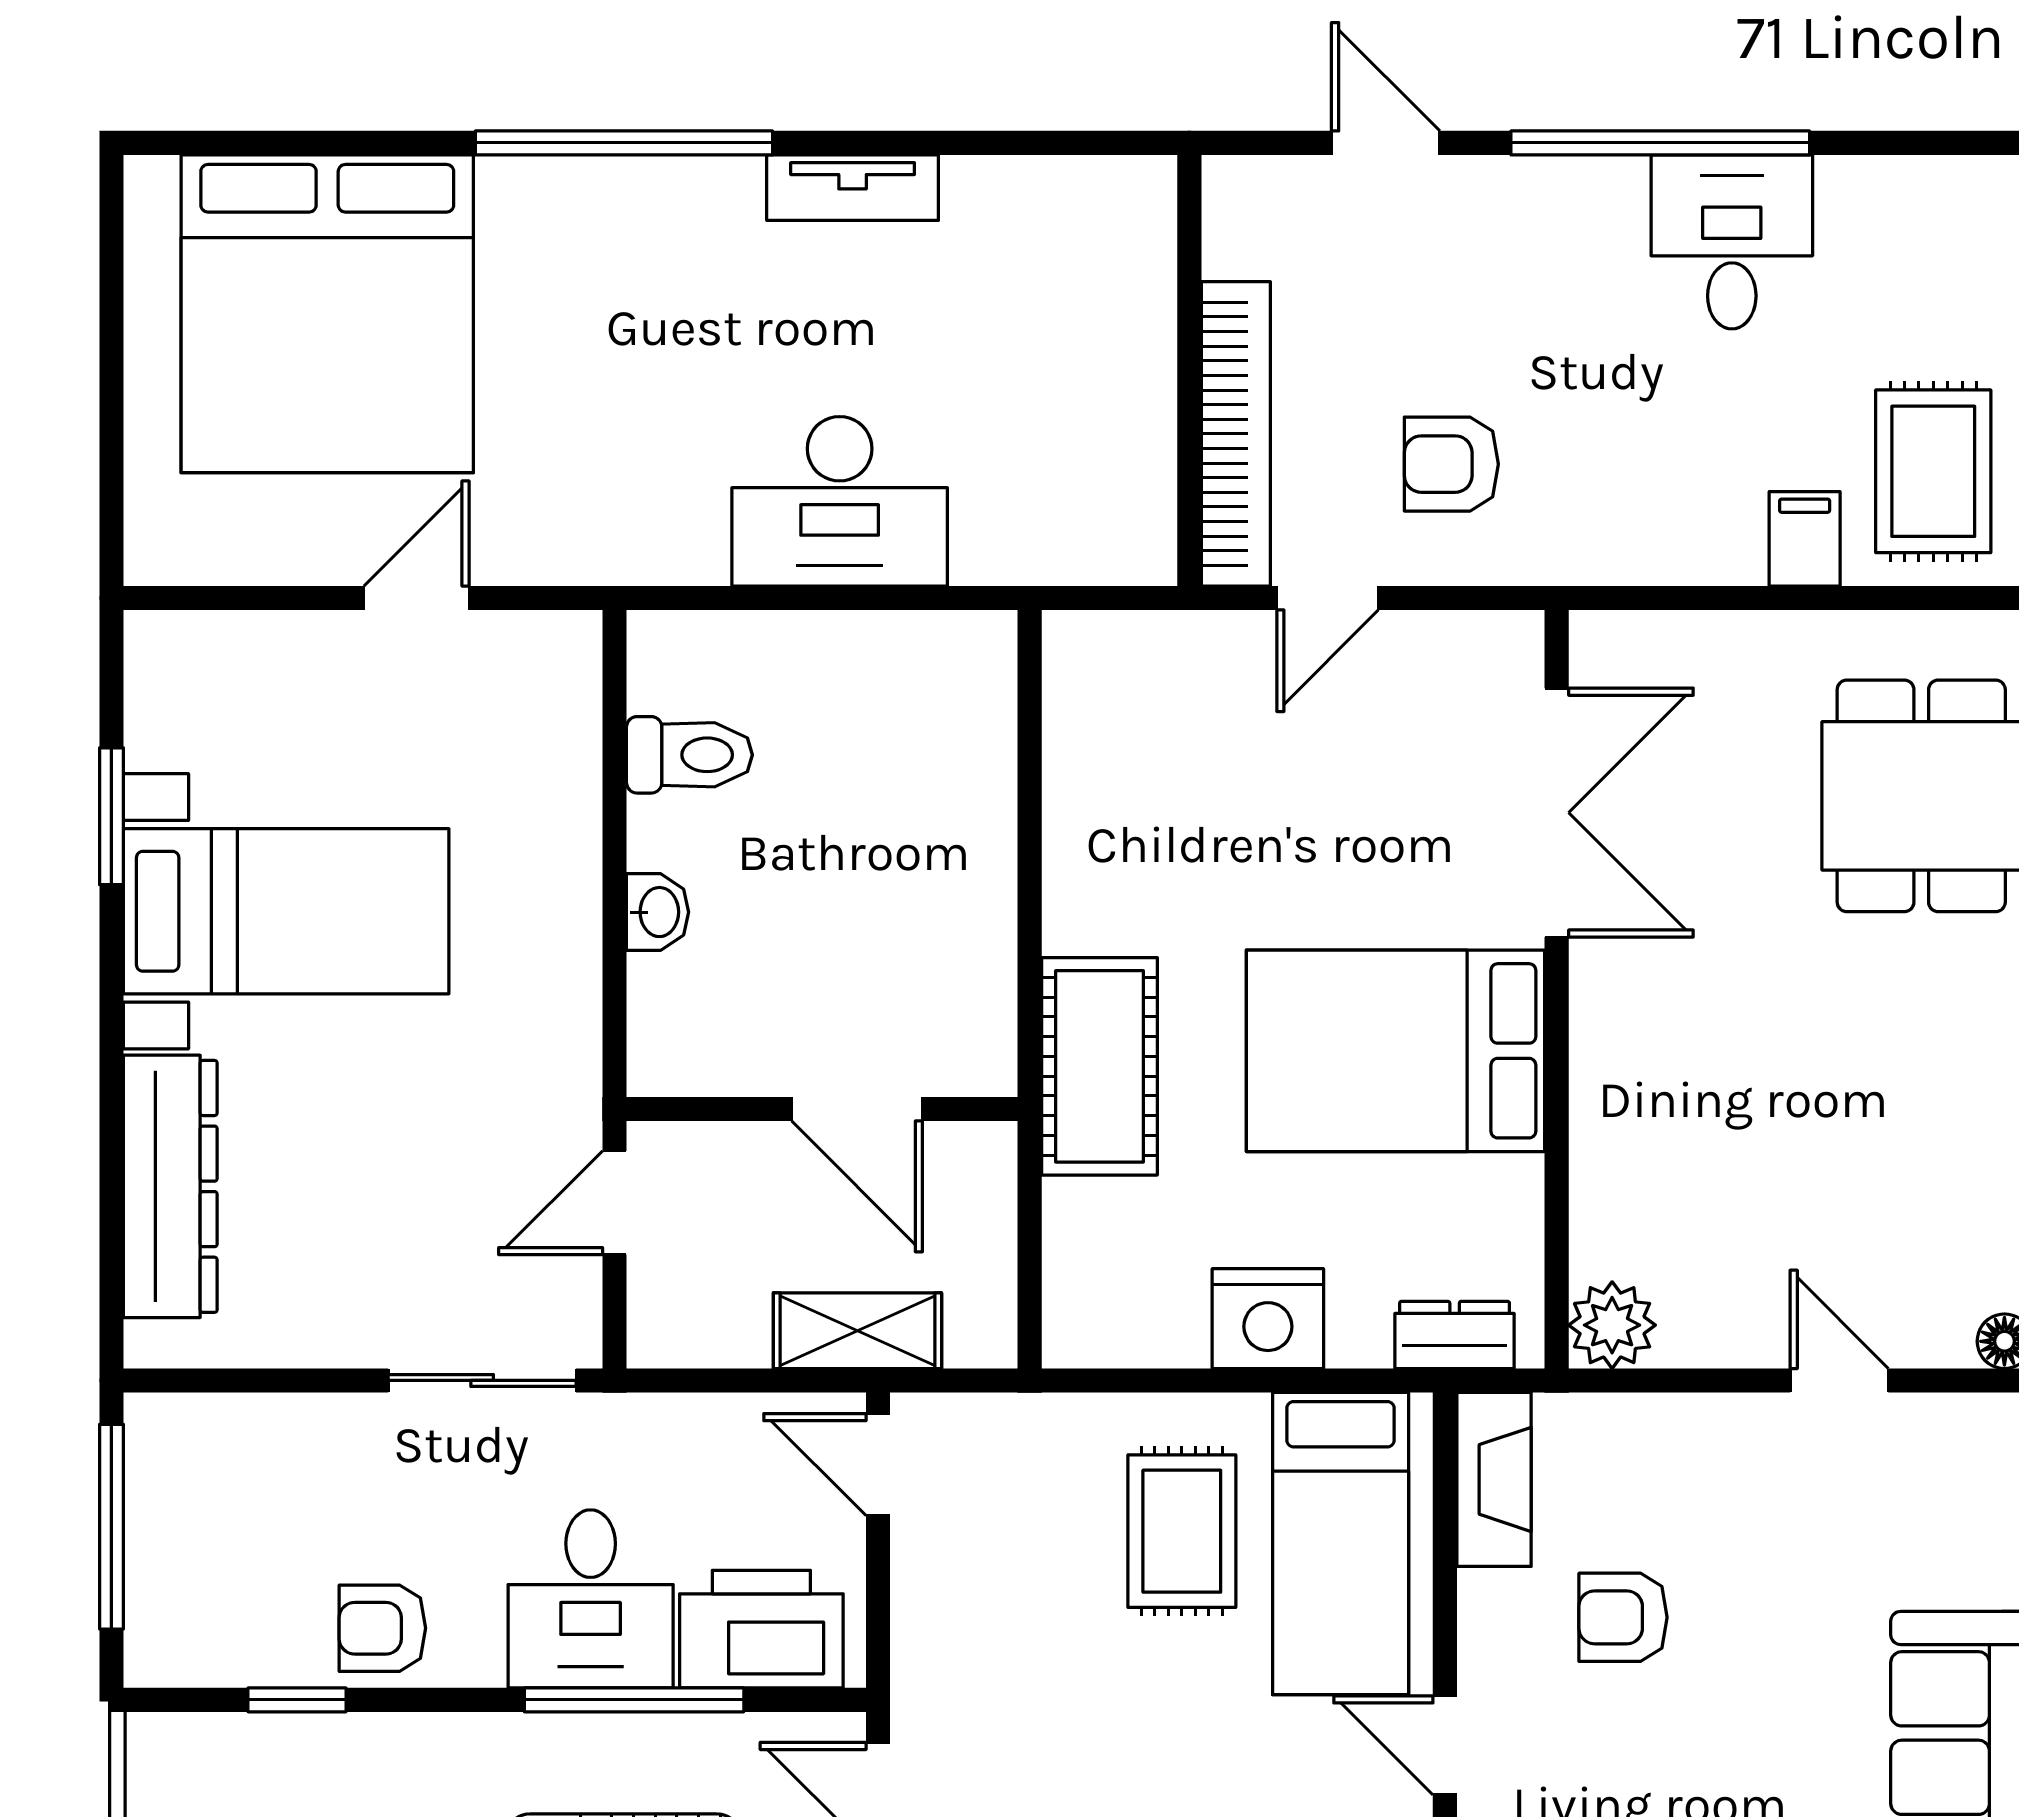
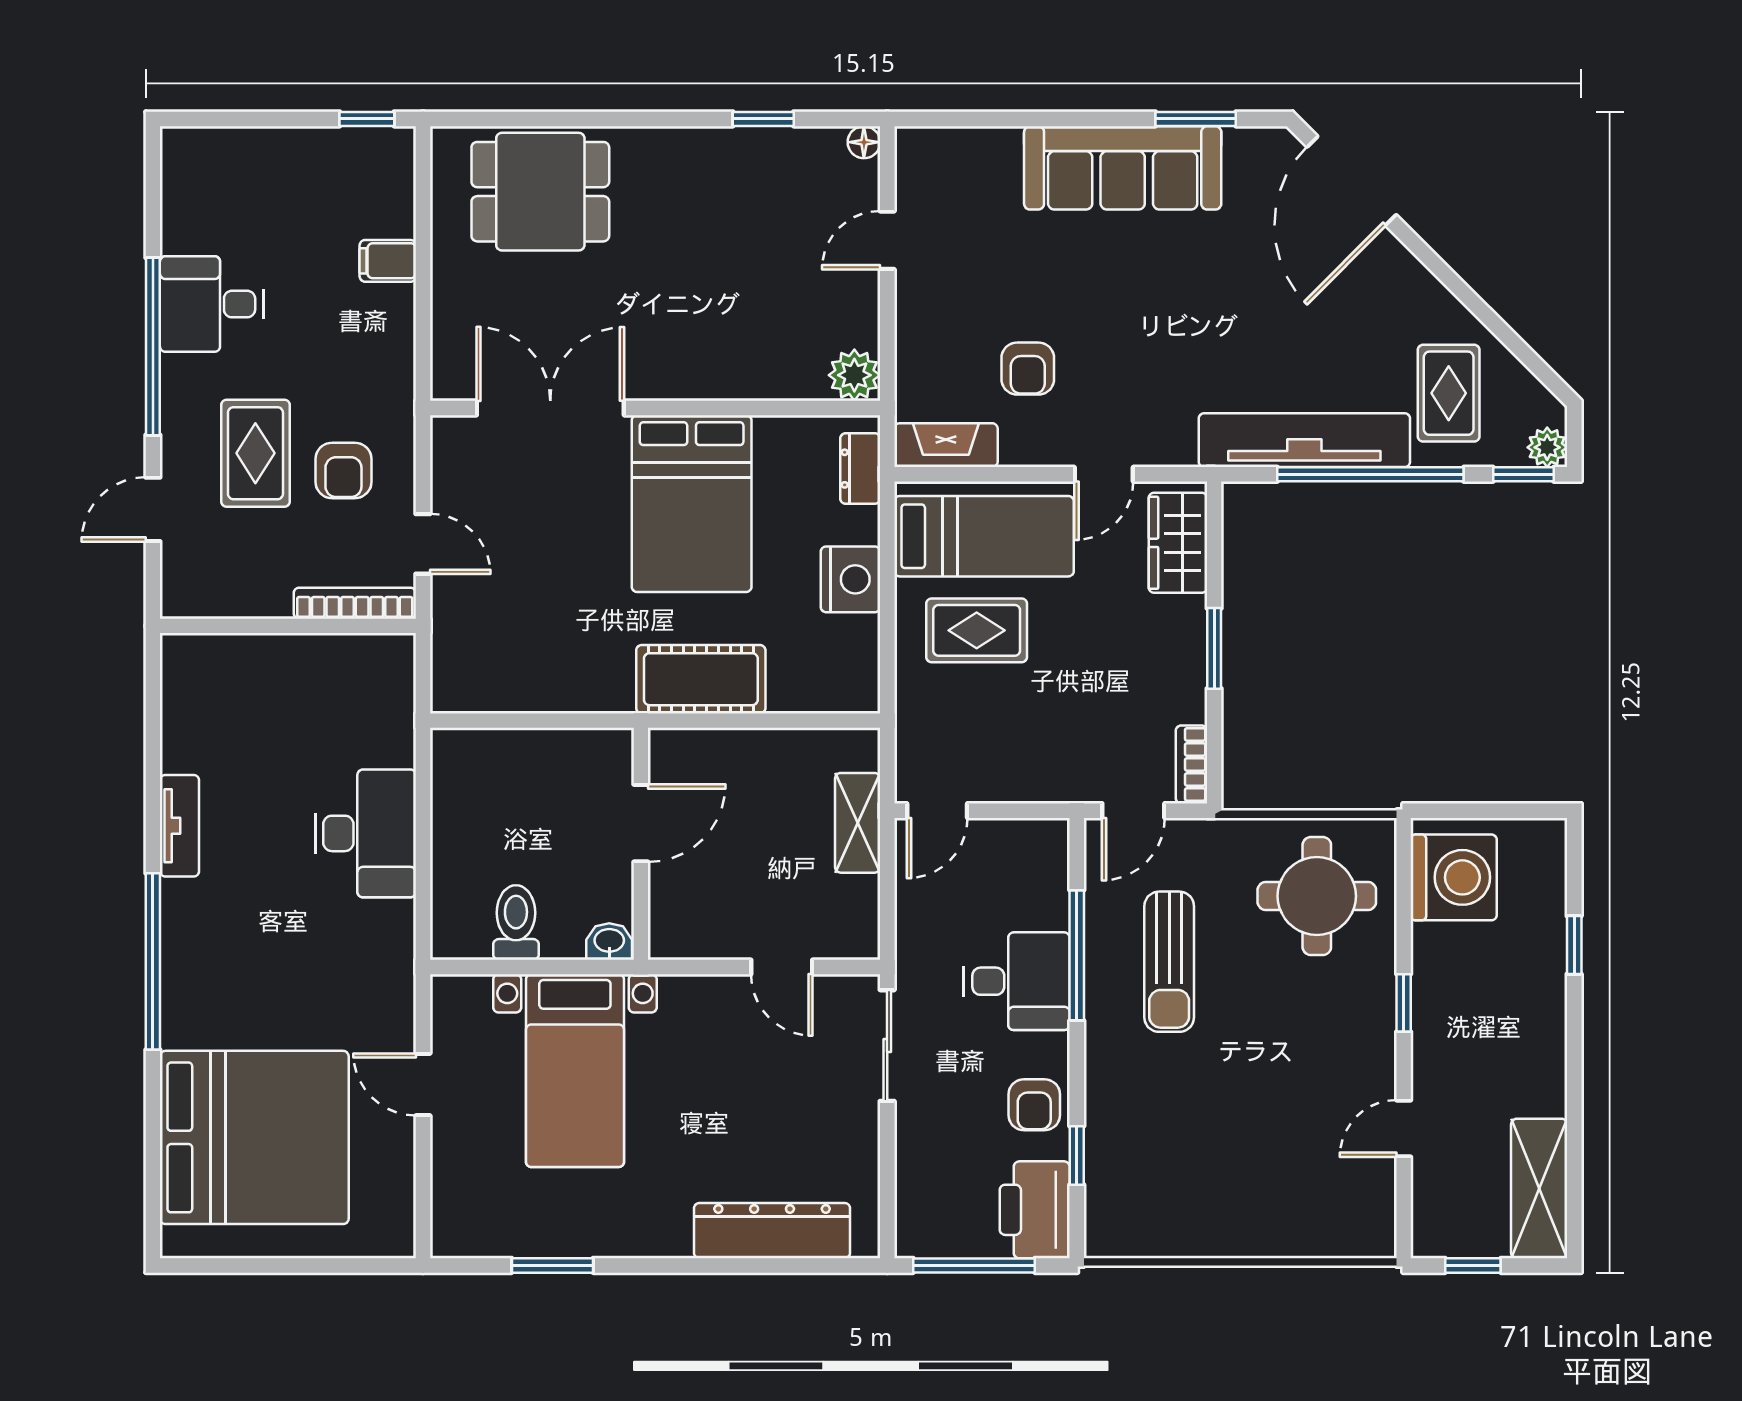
bookcase: (1236, 434) -> (355, 603), width x0.68, depth x0.76
rug: (1933, 471) -> (255, 453), moved, turned 90
bed with nightstands: (286, 911) -> (575, 1071), moved, turned 180
wall: (822, 1109) -> (641, 844), moved
door: (857, 1109) -> (641, 823), moved
printer: (761, 1629) -> (1035, 1210), moved

